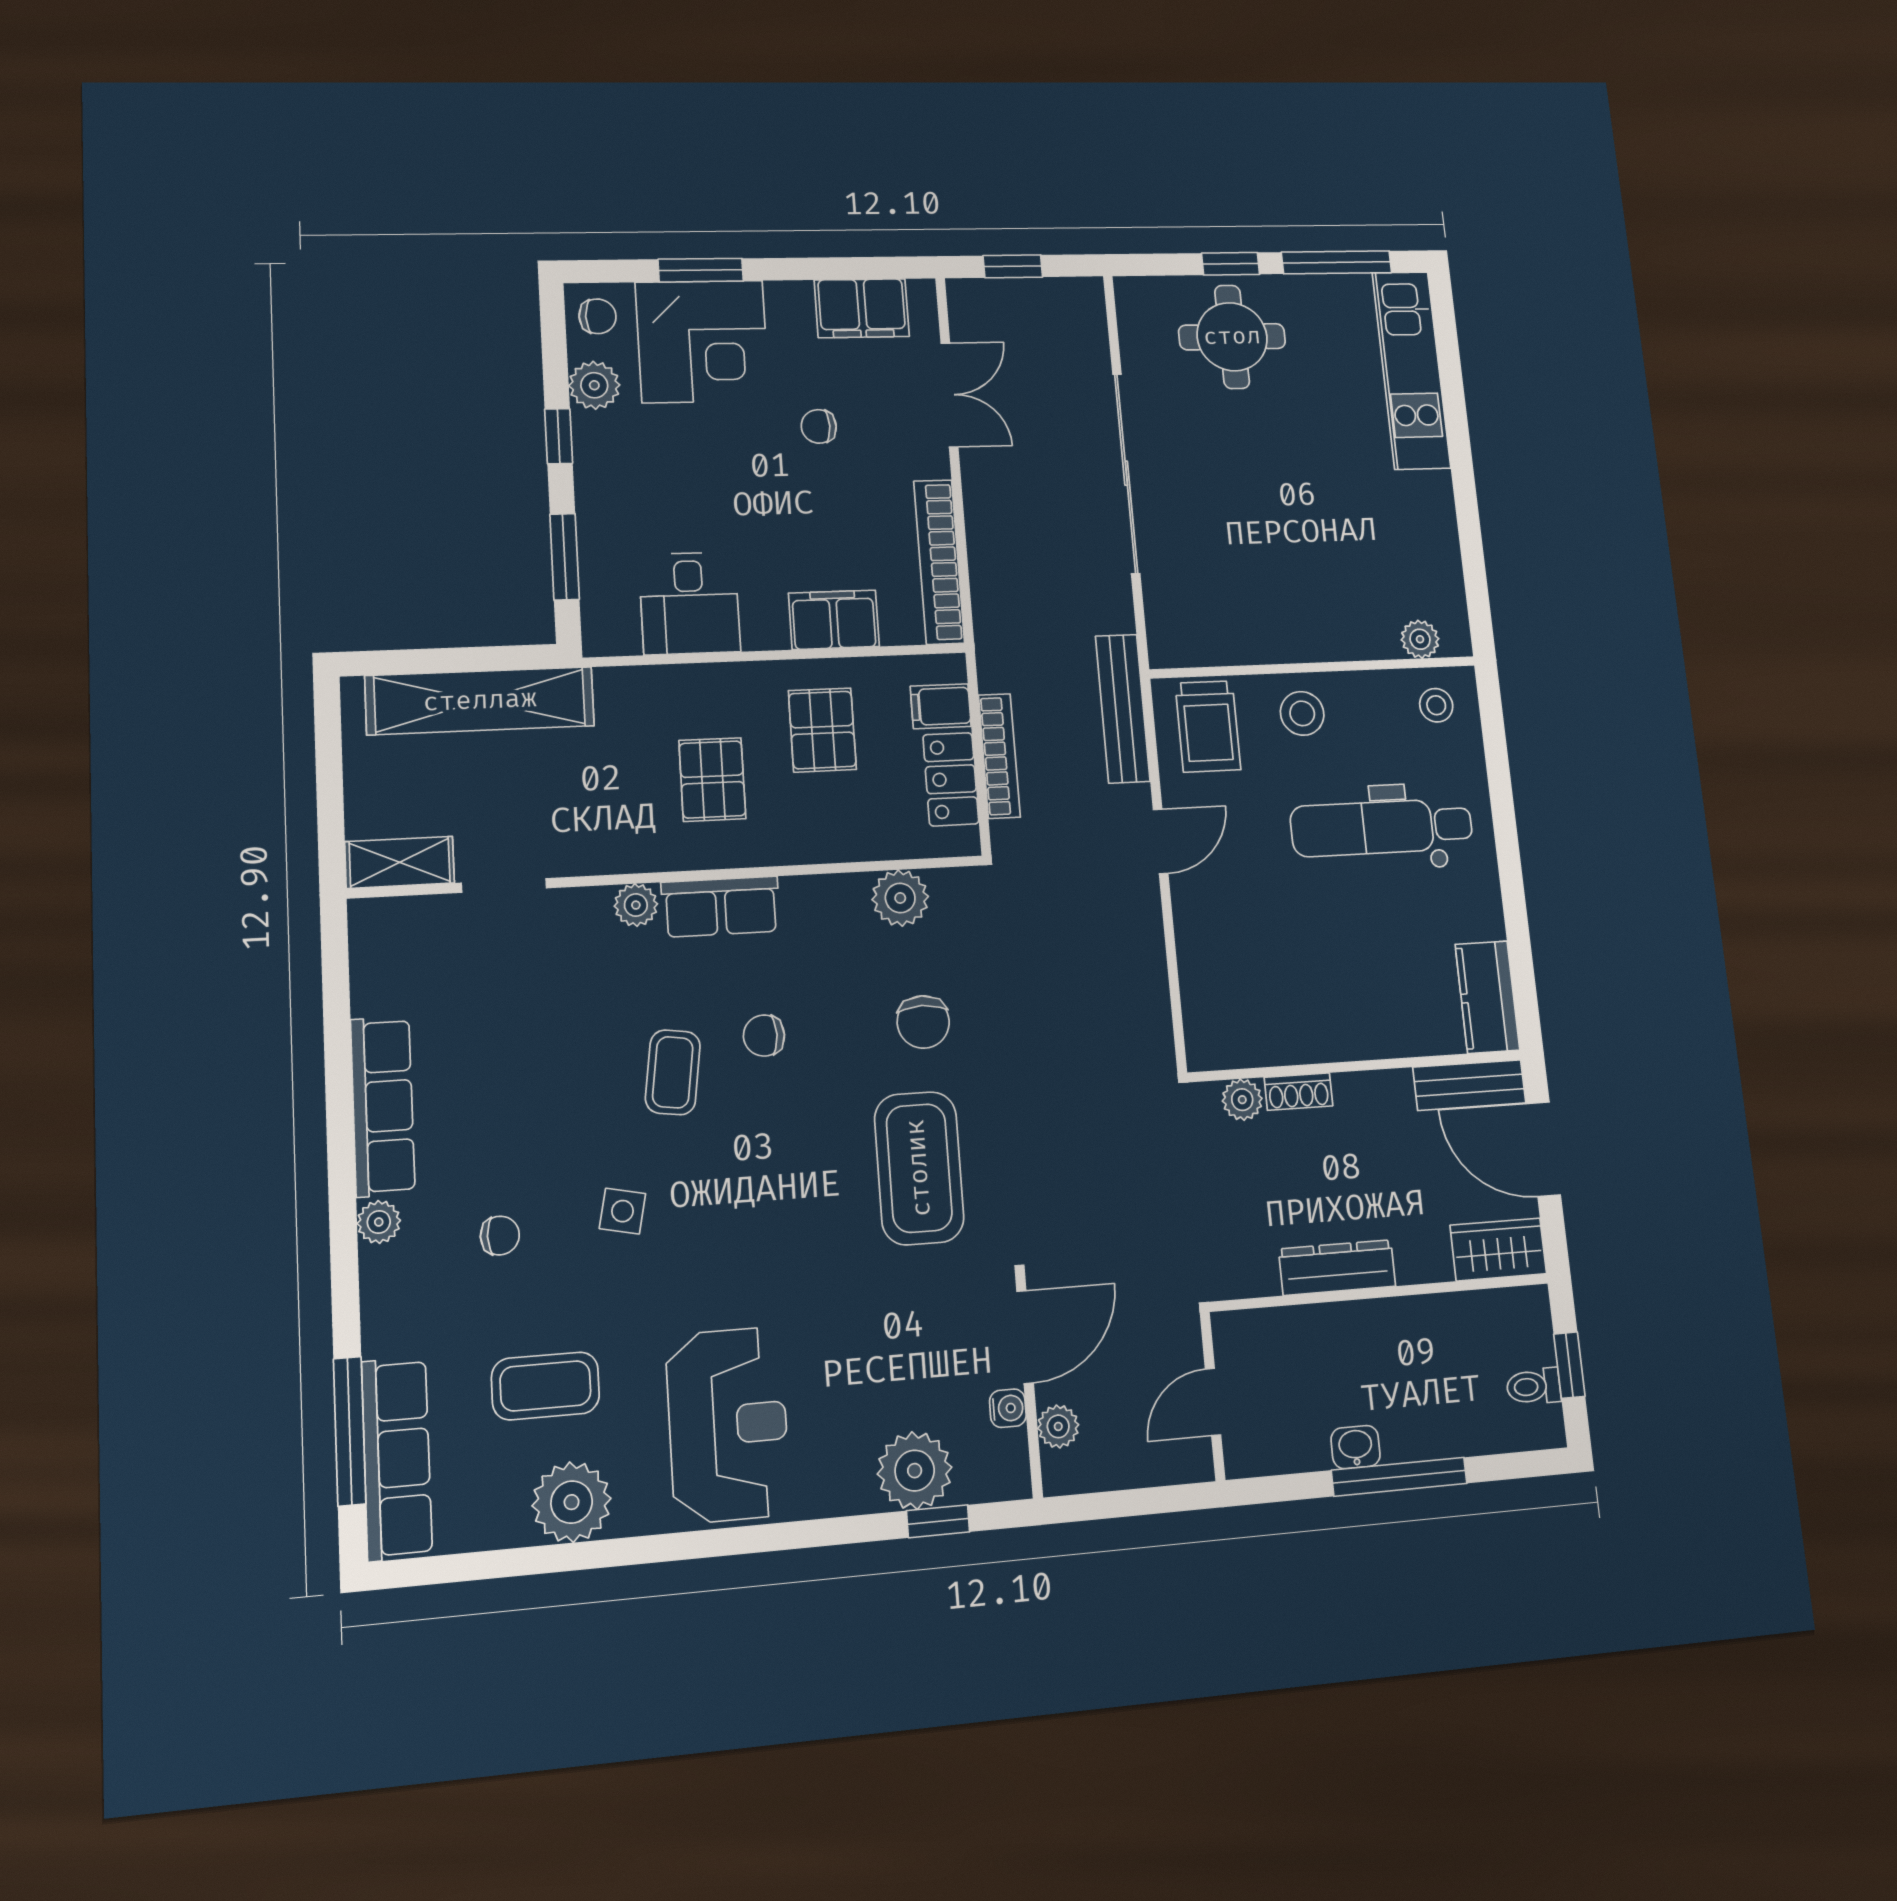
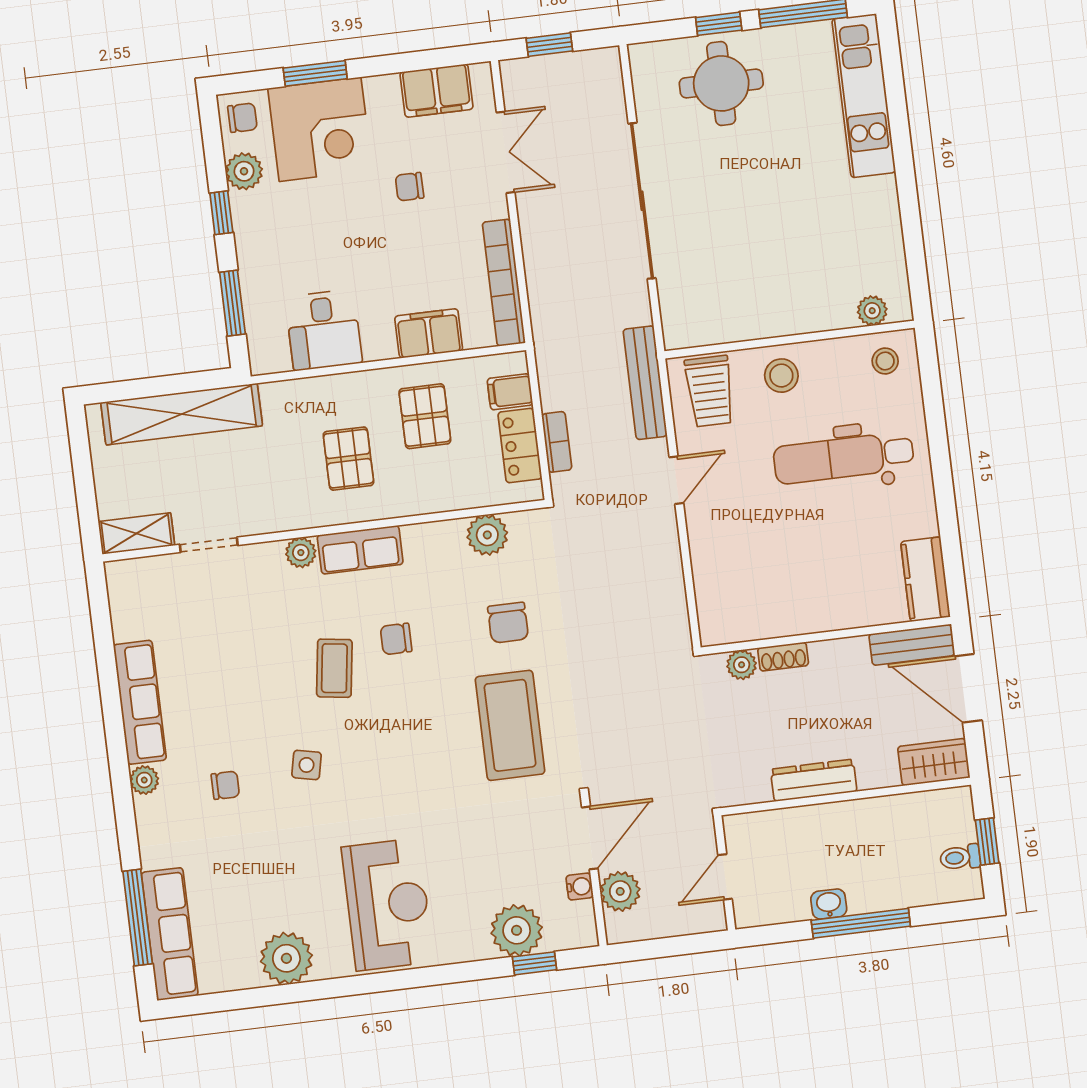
bookcase: (999, 756) -> (557, 442), width x0.64
coffee table: (545, 1386) -> (263, 883), removed
plant: (1058, 1426) -> (620, 891), width x1.38, depth x1.38

